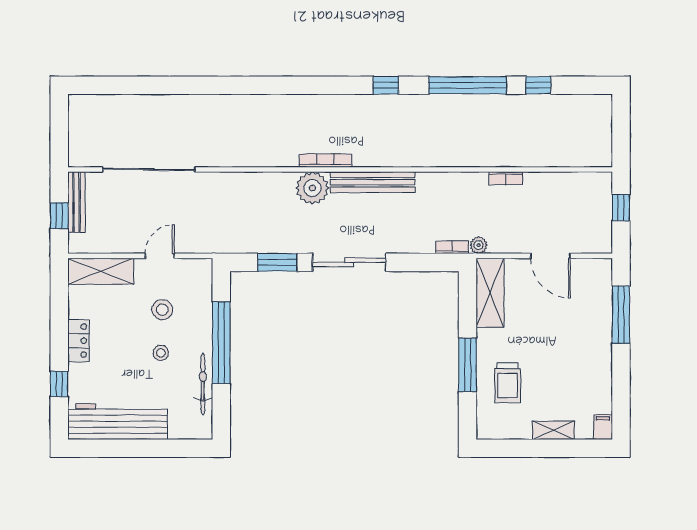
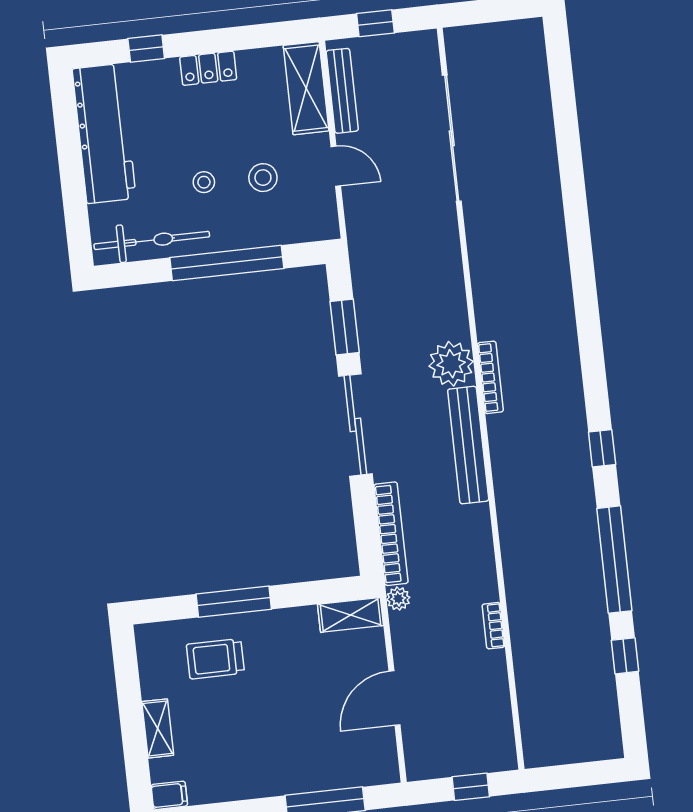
bench: (76, 202) -> (342, 91), moved, turned 90
bookcase: (452, 247) -> (391, 534), width x2.31, depth x1.31
shelving: (490, 293) -> (350, 615), width x0.67, depth x0.75
bicycle: (203, 384) -> (152, 240), width x1.37, depth x1.40

